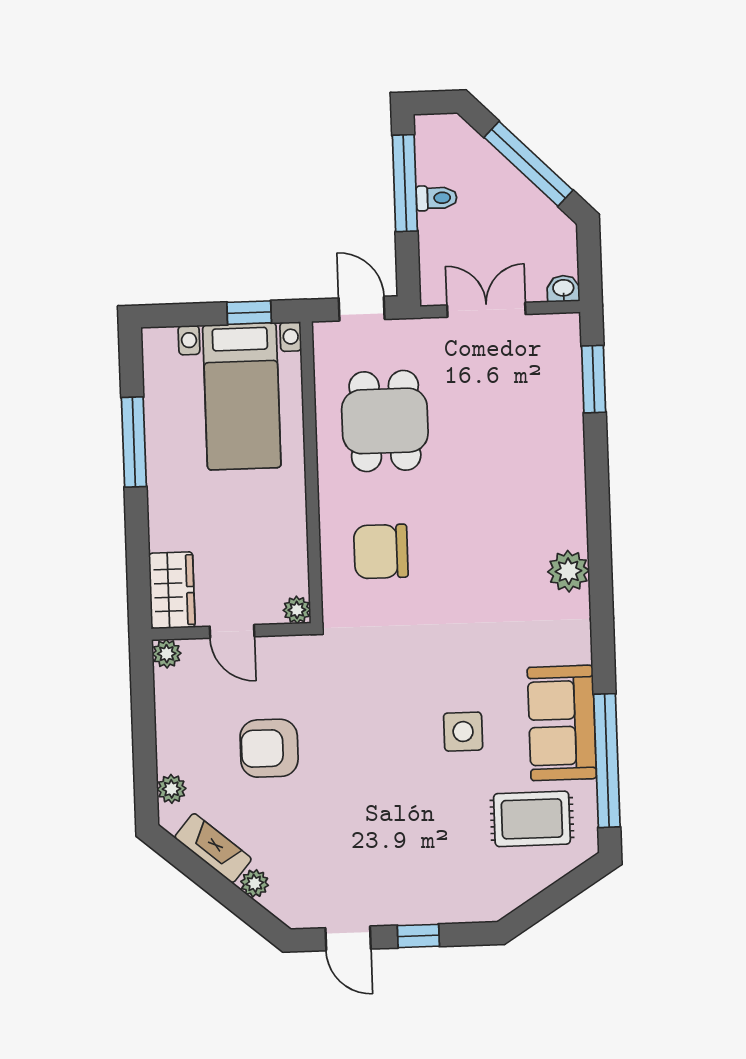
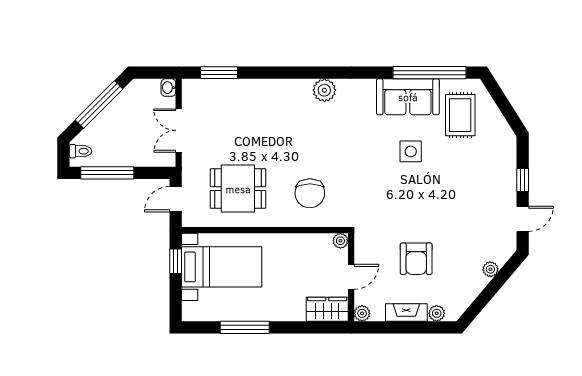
toilet: (437, 198) -> (80, 151), moved, turned 90
fireplace: (213, 848) -> (406, 312), moved, turned 50

